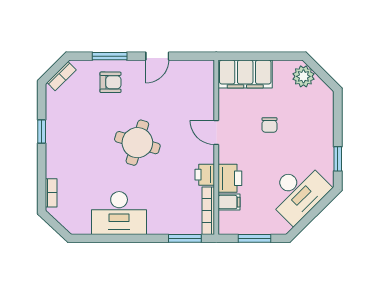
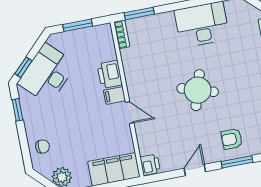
chair: (269, 125) -> (43, 146), moved, turned 90
printer: (205, 175) -> (150, 165), moved
filing cabinet: (229, 202) -> (114, 95), moved
window: (322, 204) -> (23, 67), added
bookcase: (208, 211) -> (122, 34), width x0.64

